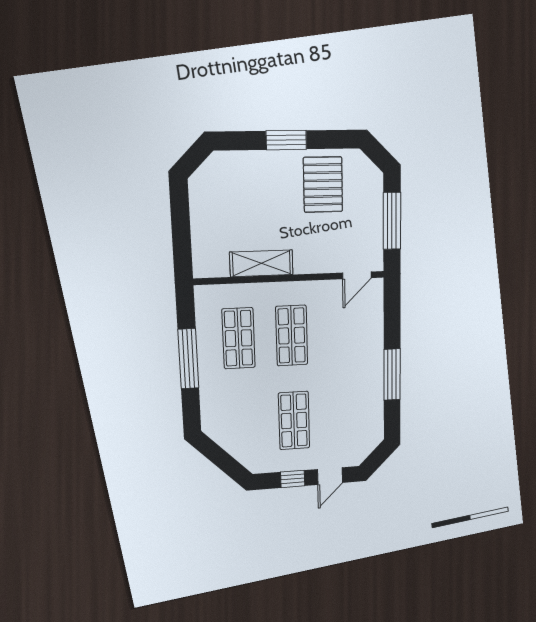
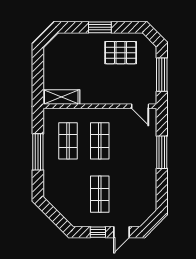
pallet: (323, 185) -> (121, 53), turned 90
shelving: (261, 263) -> (61, 97), moved
door: (357, 275) -> (140, 106), hinge flipped
window: (392, 375) -> (162, 152), moved

